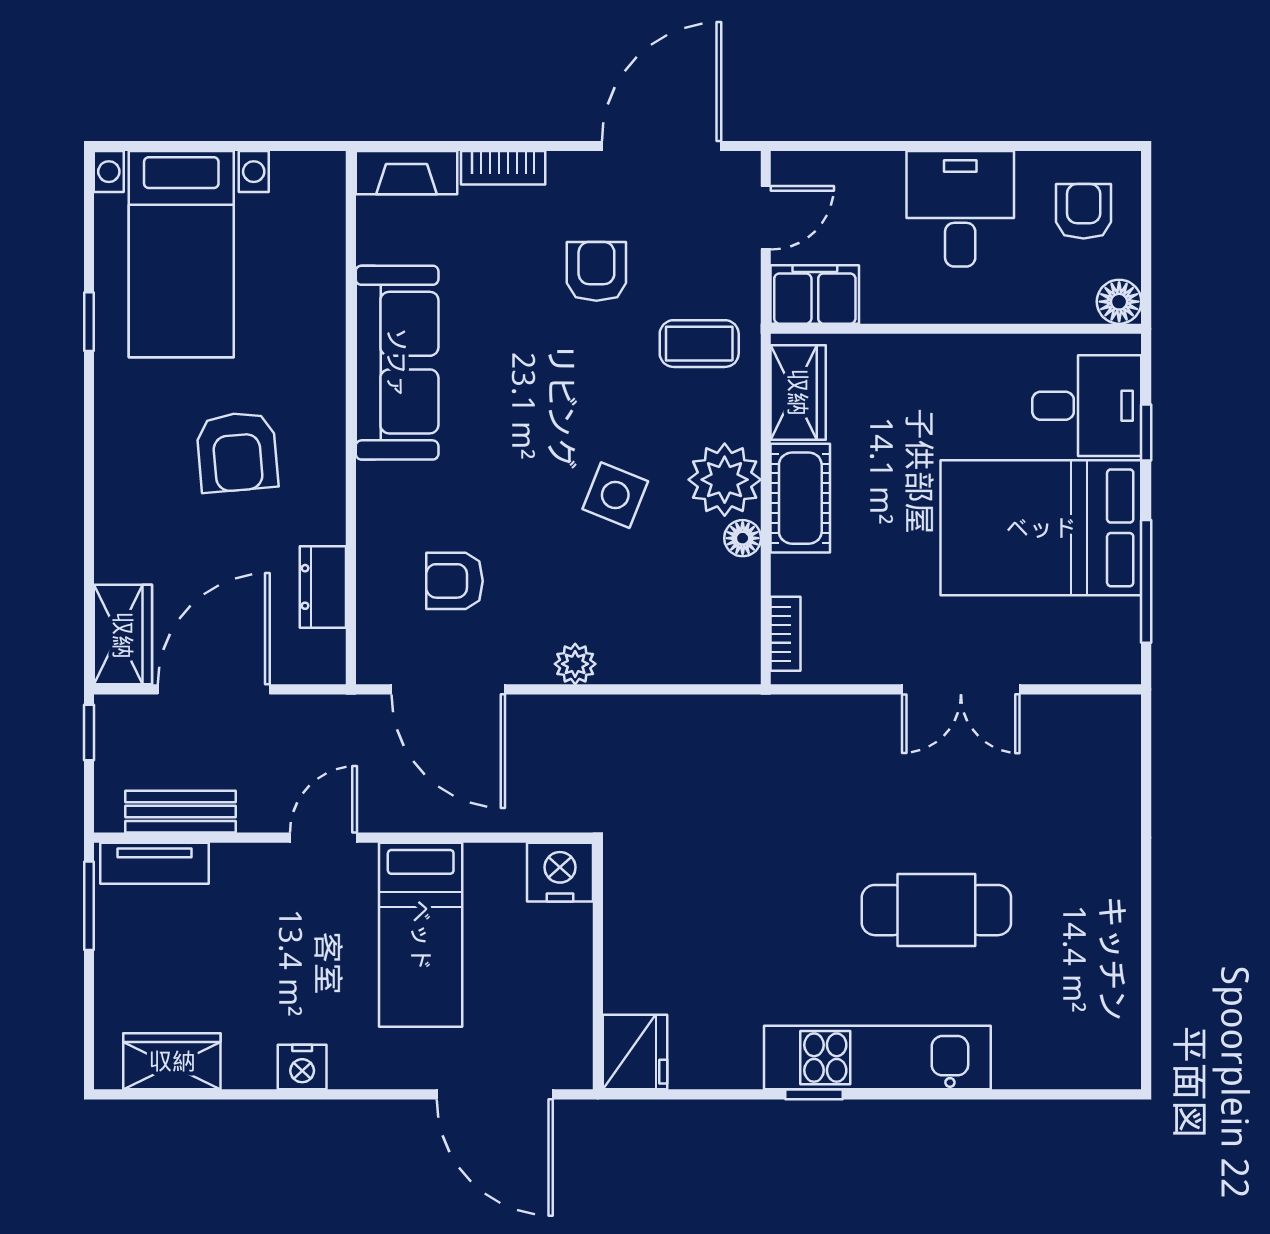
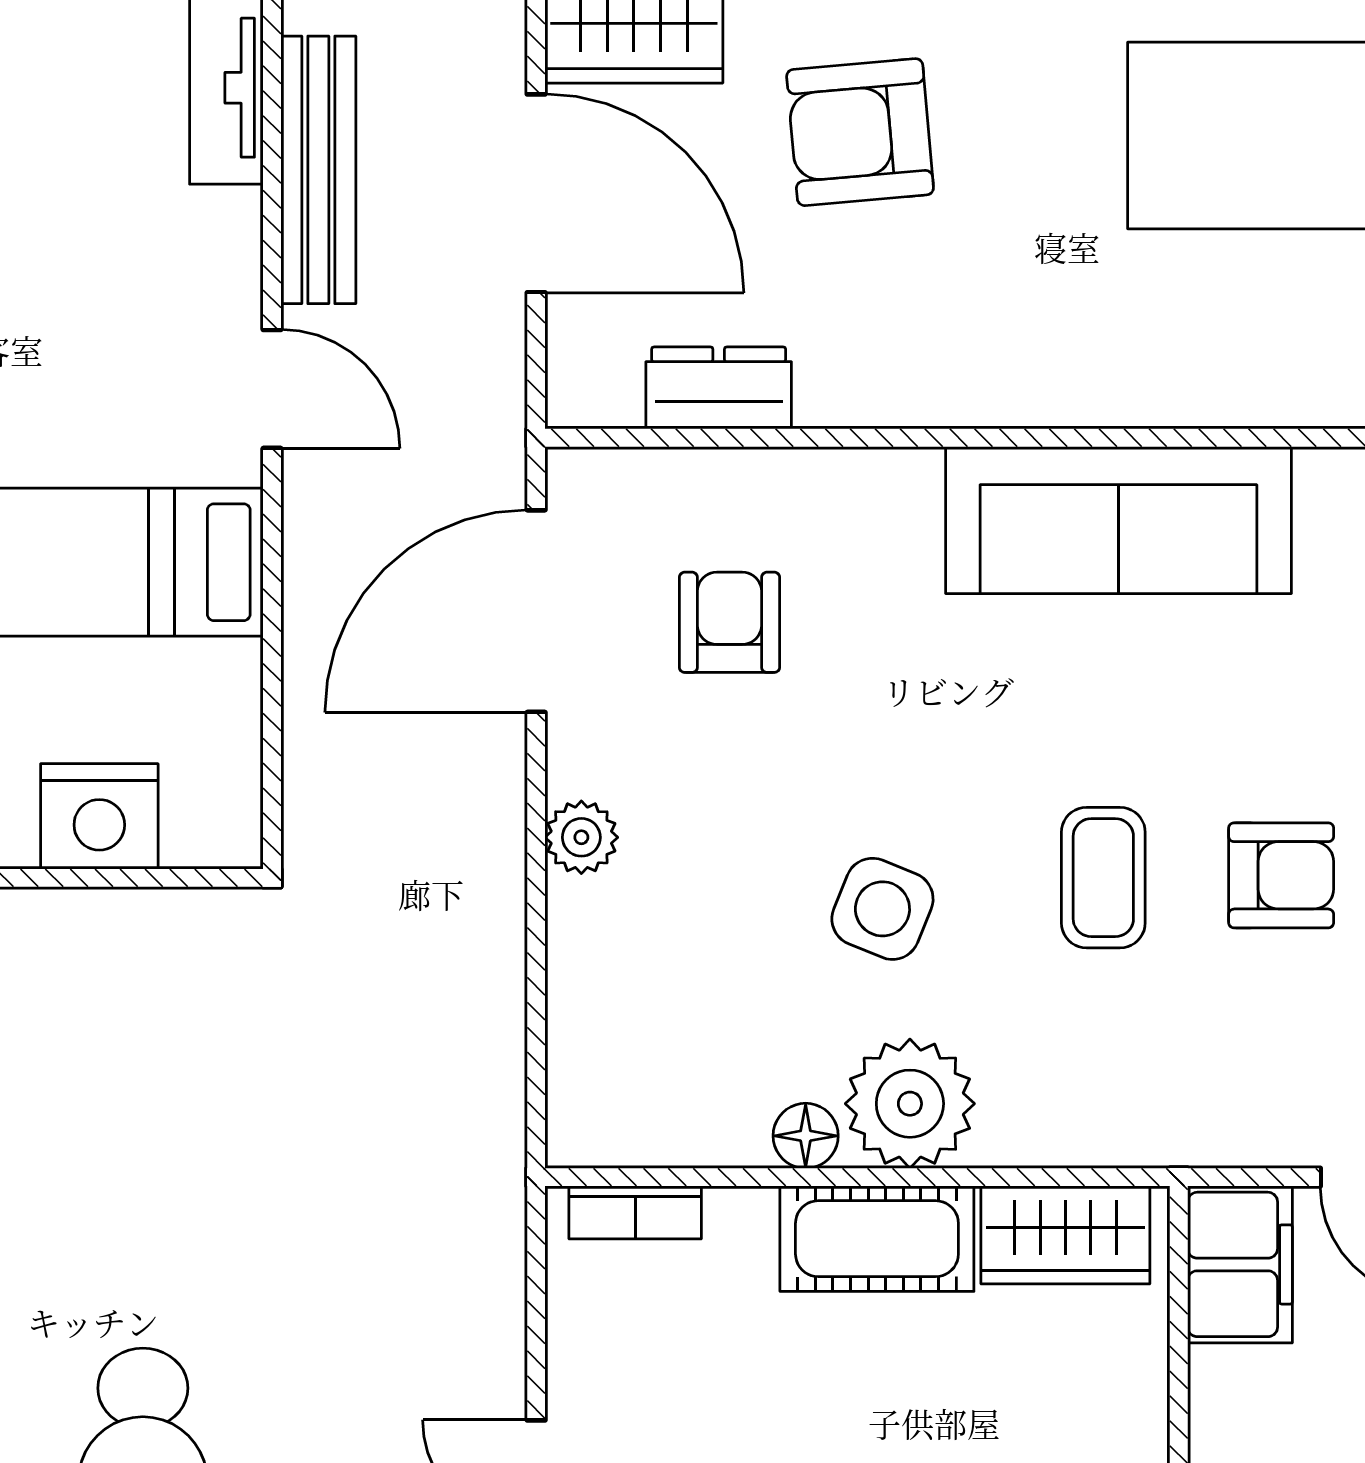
coffee table: (699, 344) -> (1103, 878), moved
armchair: (237, 452) -> (860, 132), moved
bench: (181, 812) -> (318, 170), width x1.36
nightstand: (560, 872) -> (99, 816), moved, turned 90

